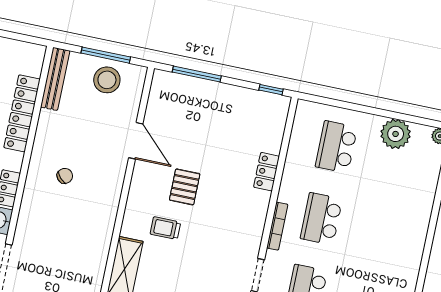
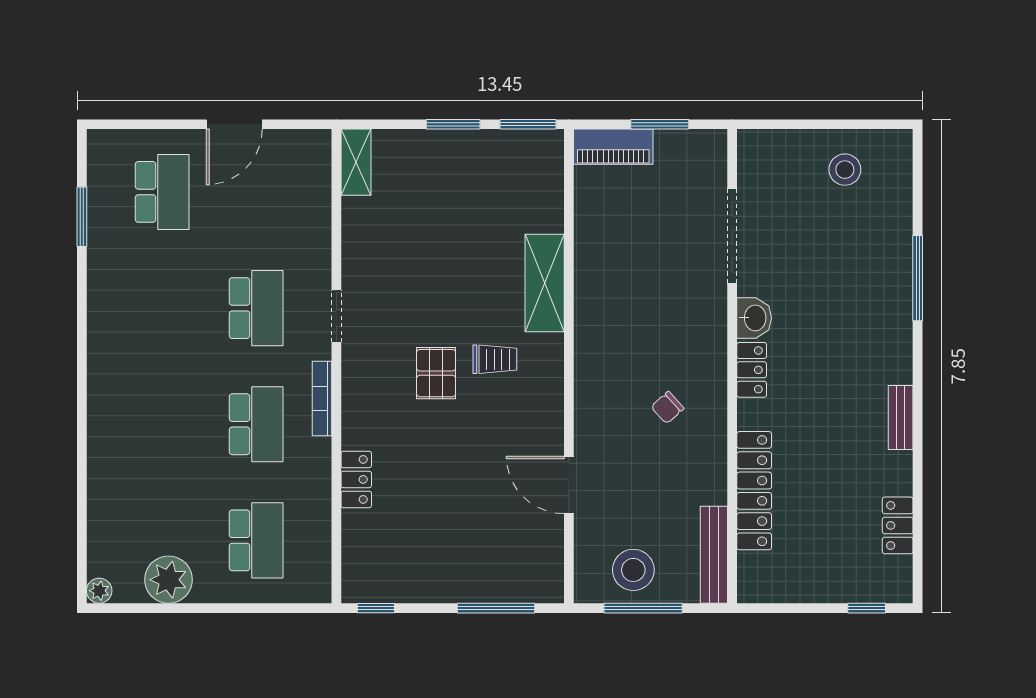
pallet: (185, 187) -> (436, 373), moved

